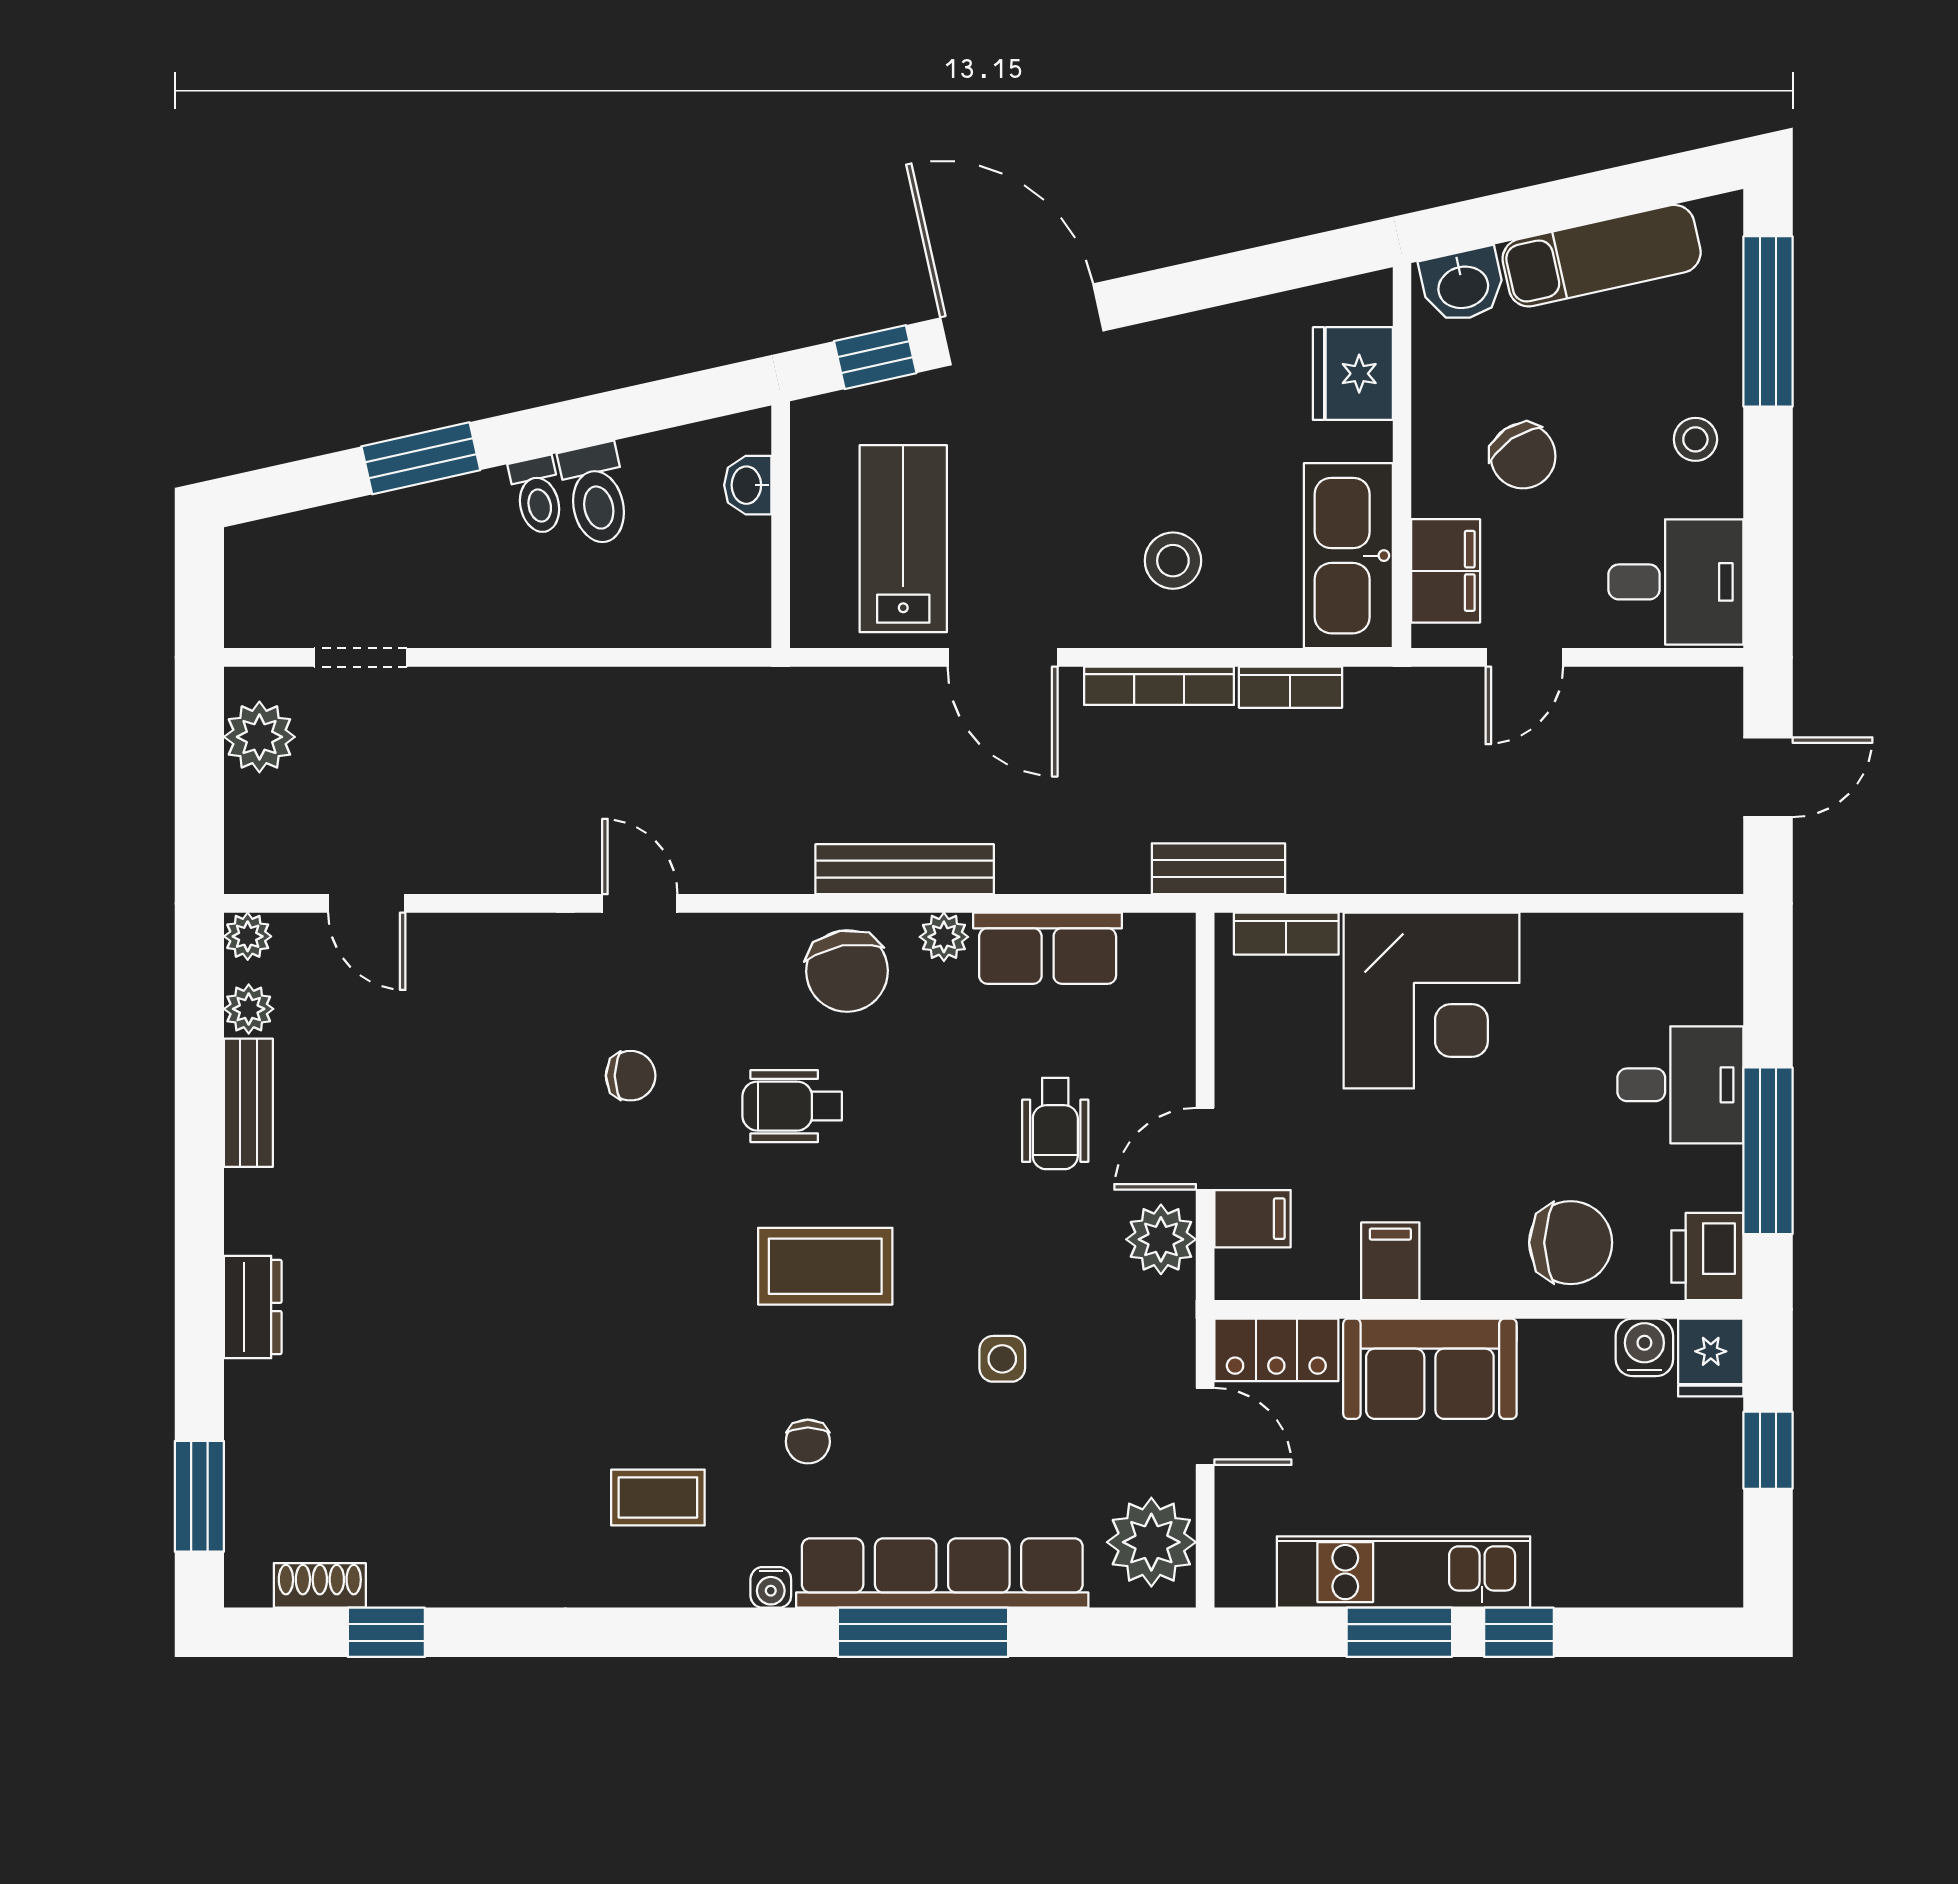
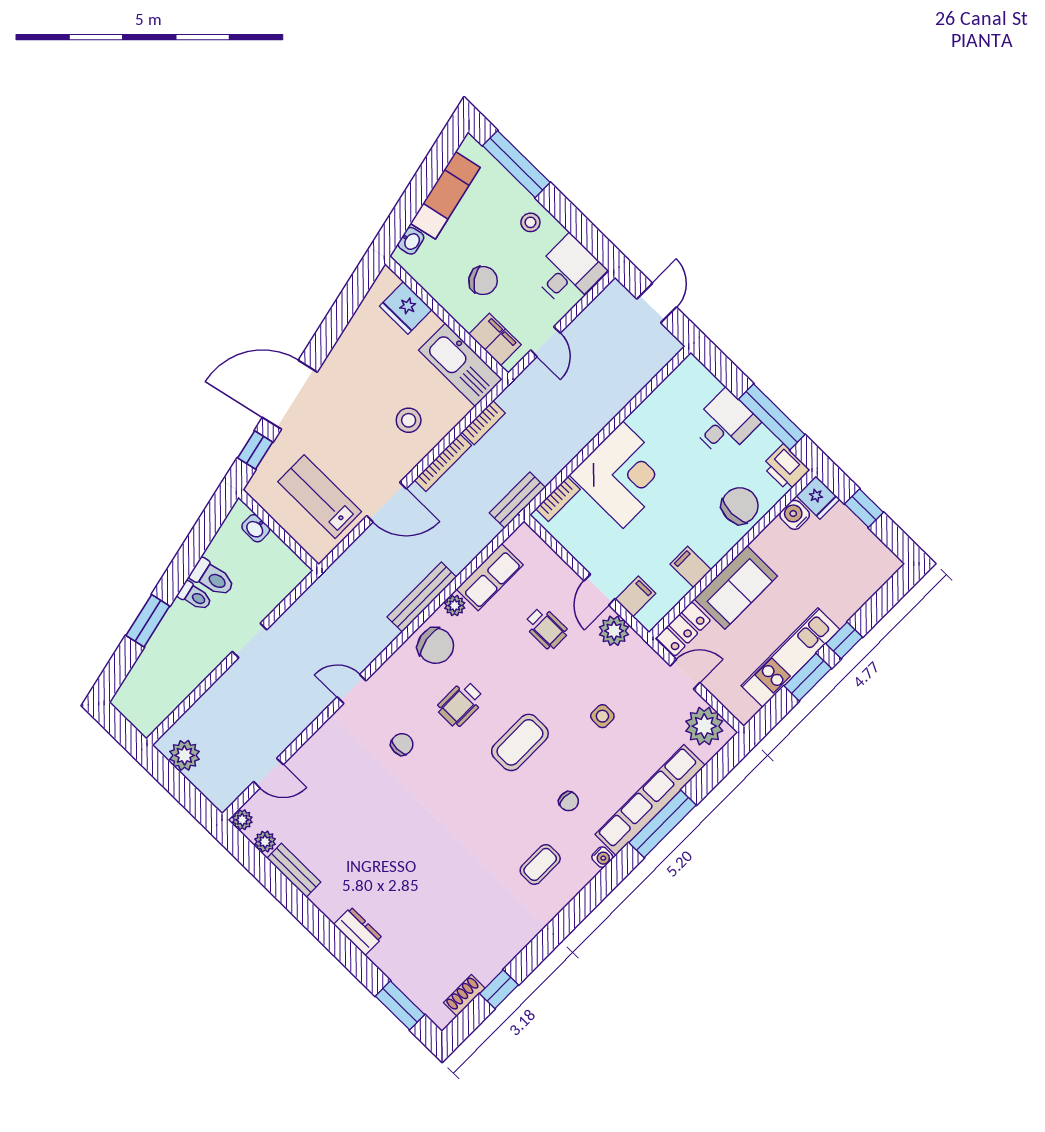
washbasin: (1463, 285) -> (411, 241), width x0.72, depth x0.69
doorway: (361, 657) -> (250, 641), moved

